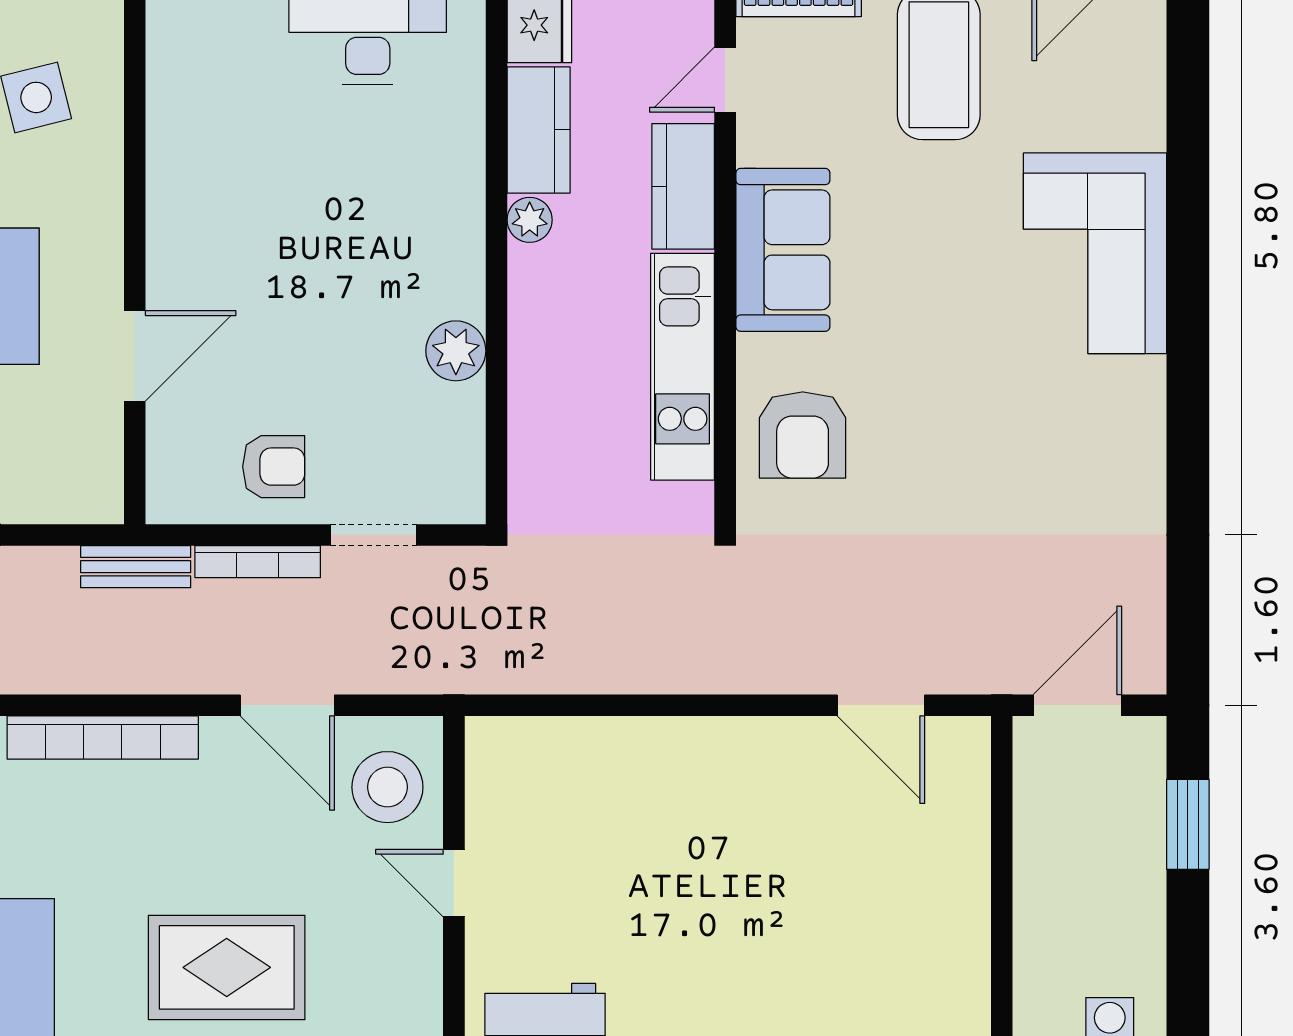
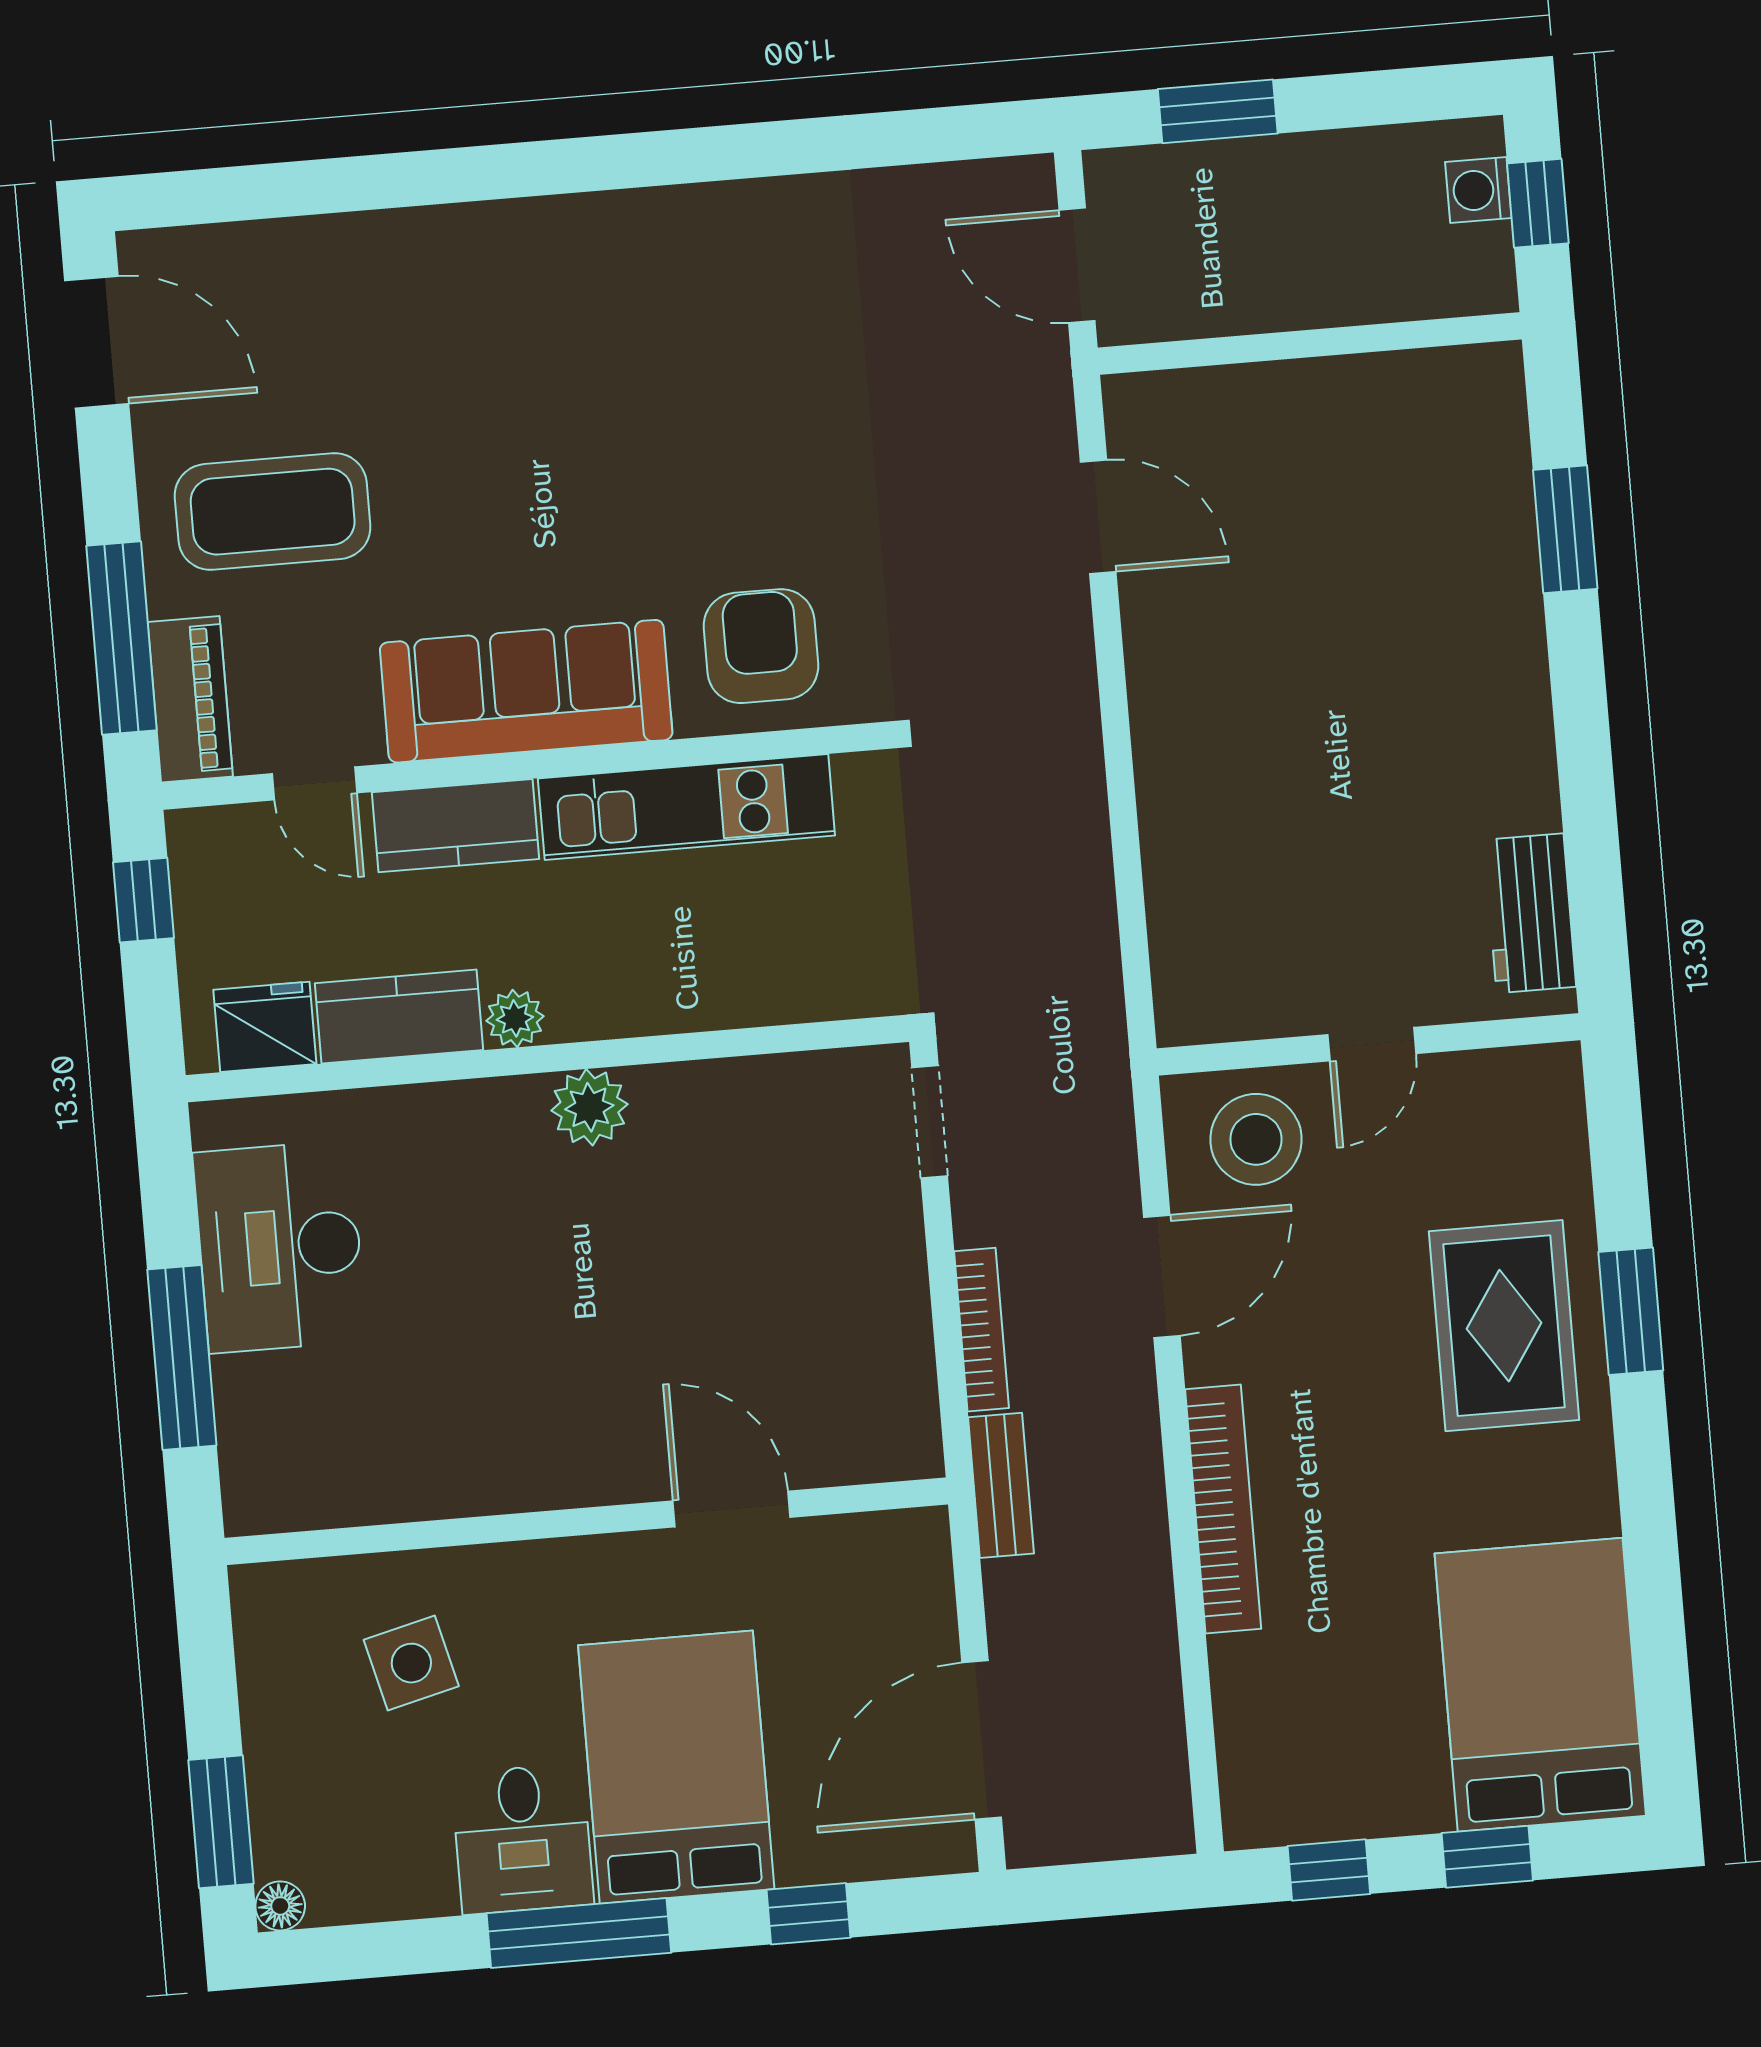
sofa: (783, 250) -> (526, 691), width x1.36
corner sofa: (1095, 253) -> (497, 291), removed
plant: (456, 351) -> (589, 1107), moved
armchair: (803, 435) -> (761, 646), turned -90
armchair: (274, 467) -> (858, 1319), removed
doorway: (374, 535) -> (930, 1122), moved
door: (881, 705) -> (1098, 517), hinge flipped

